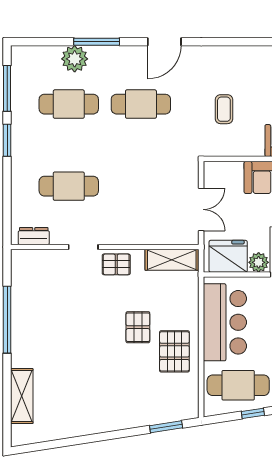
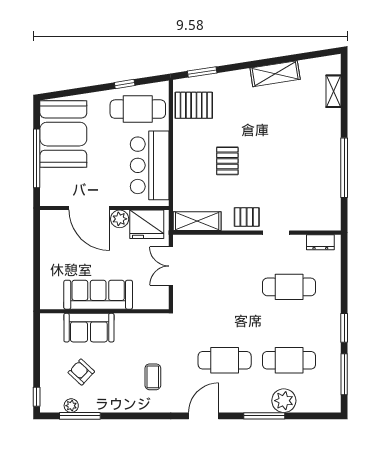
coffee table: (224, 109) -> (153, 377), moved
pallet: (174, 351) -> (194, 105), moved, turned 90
shelving: (22, 396) -> (334, 91), width x0.67, depth x0.75
shelving: (84, 425) -> (275, 74), added

